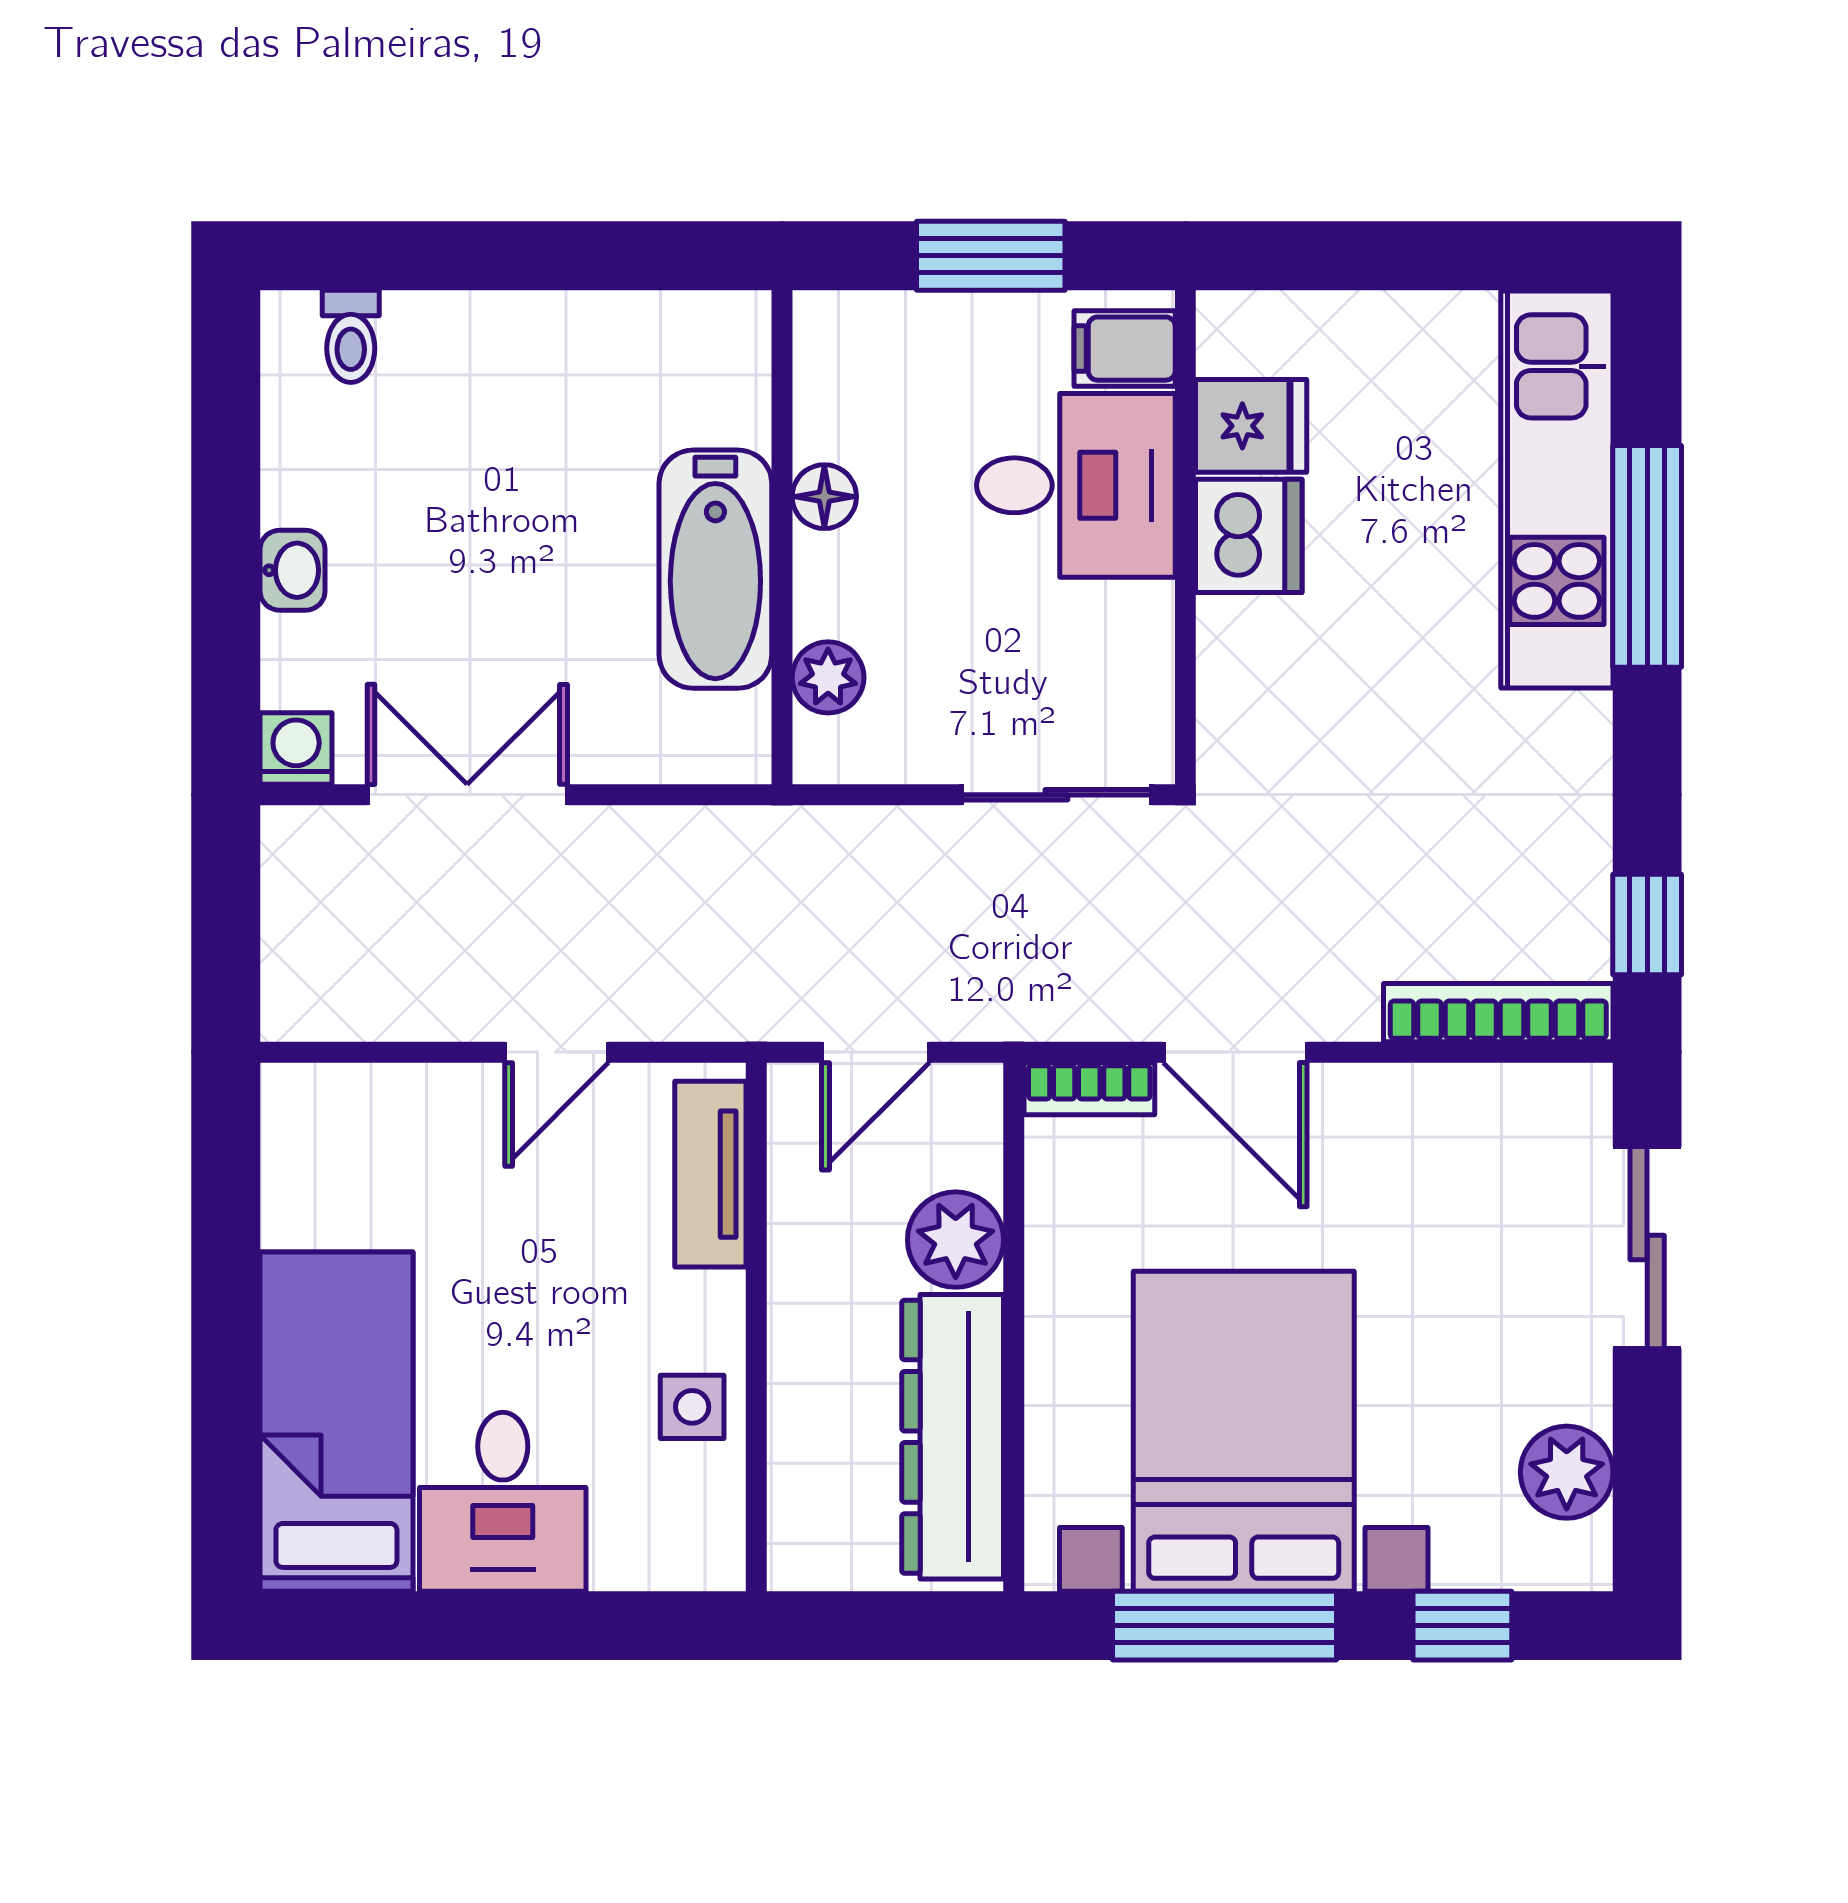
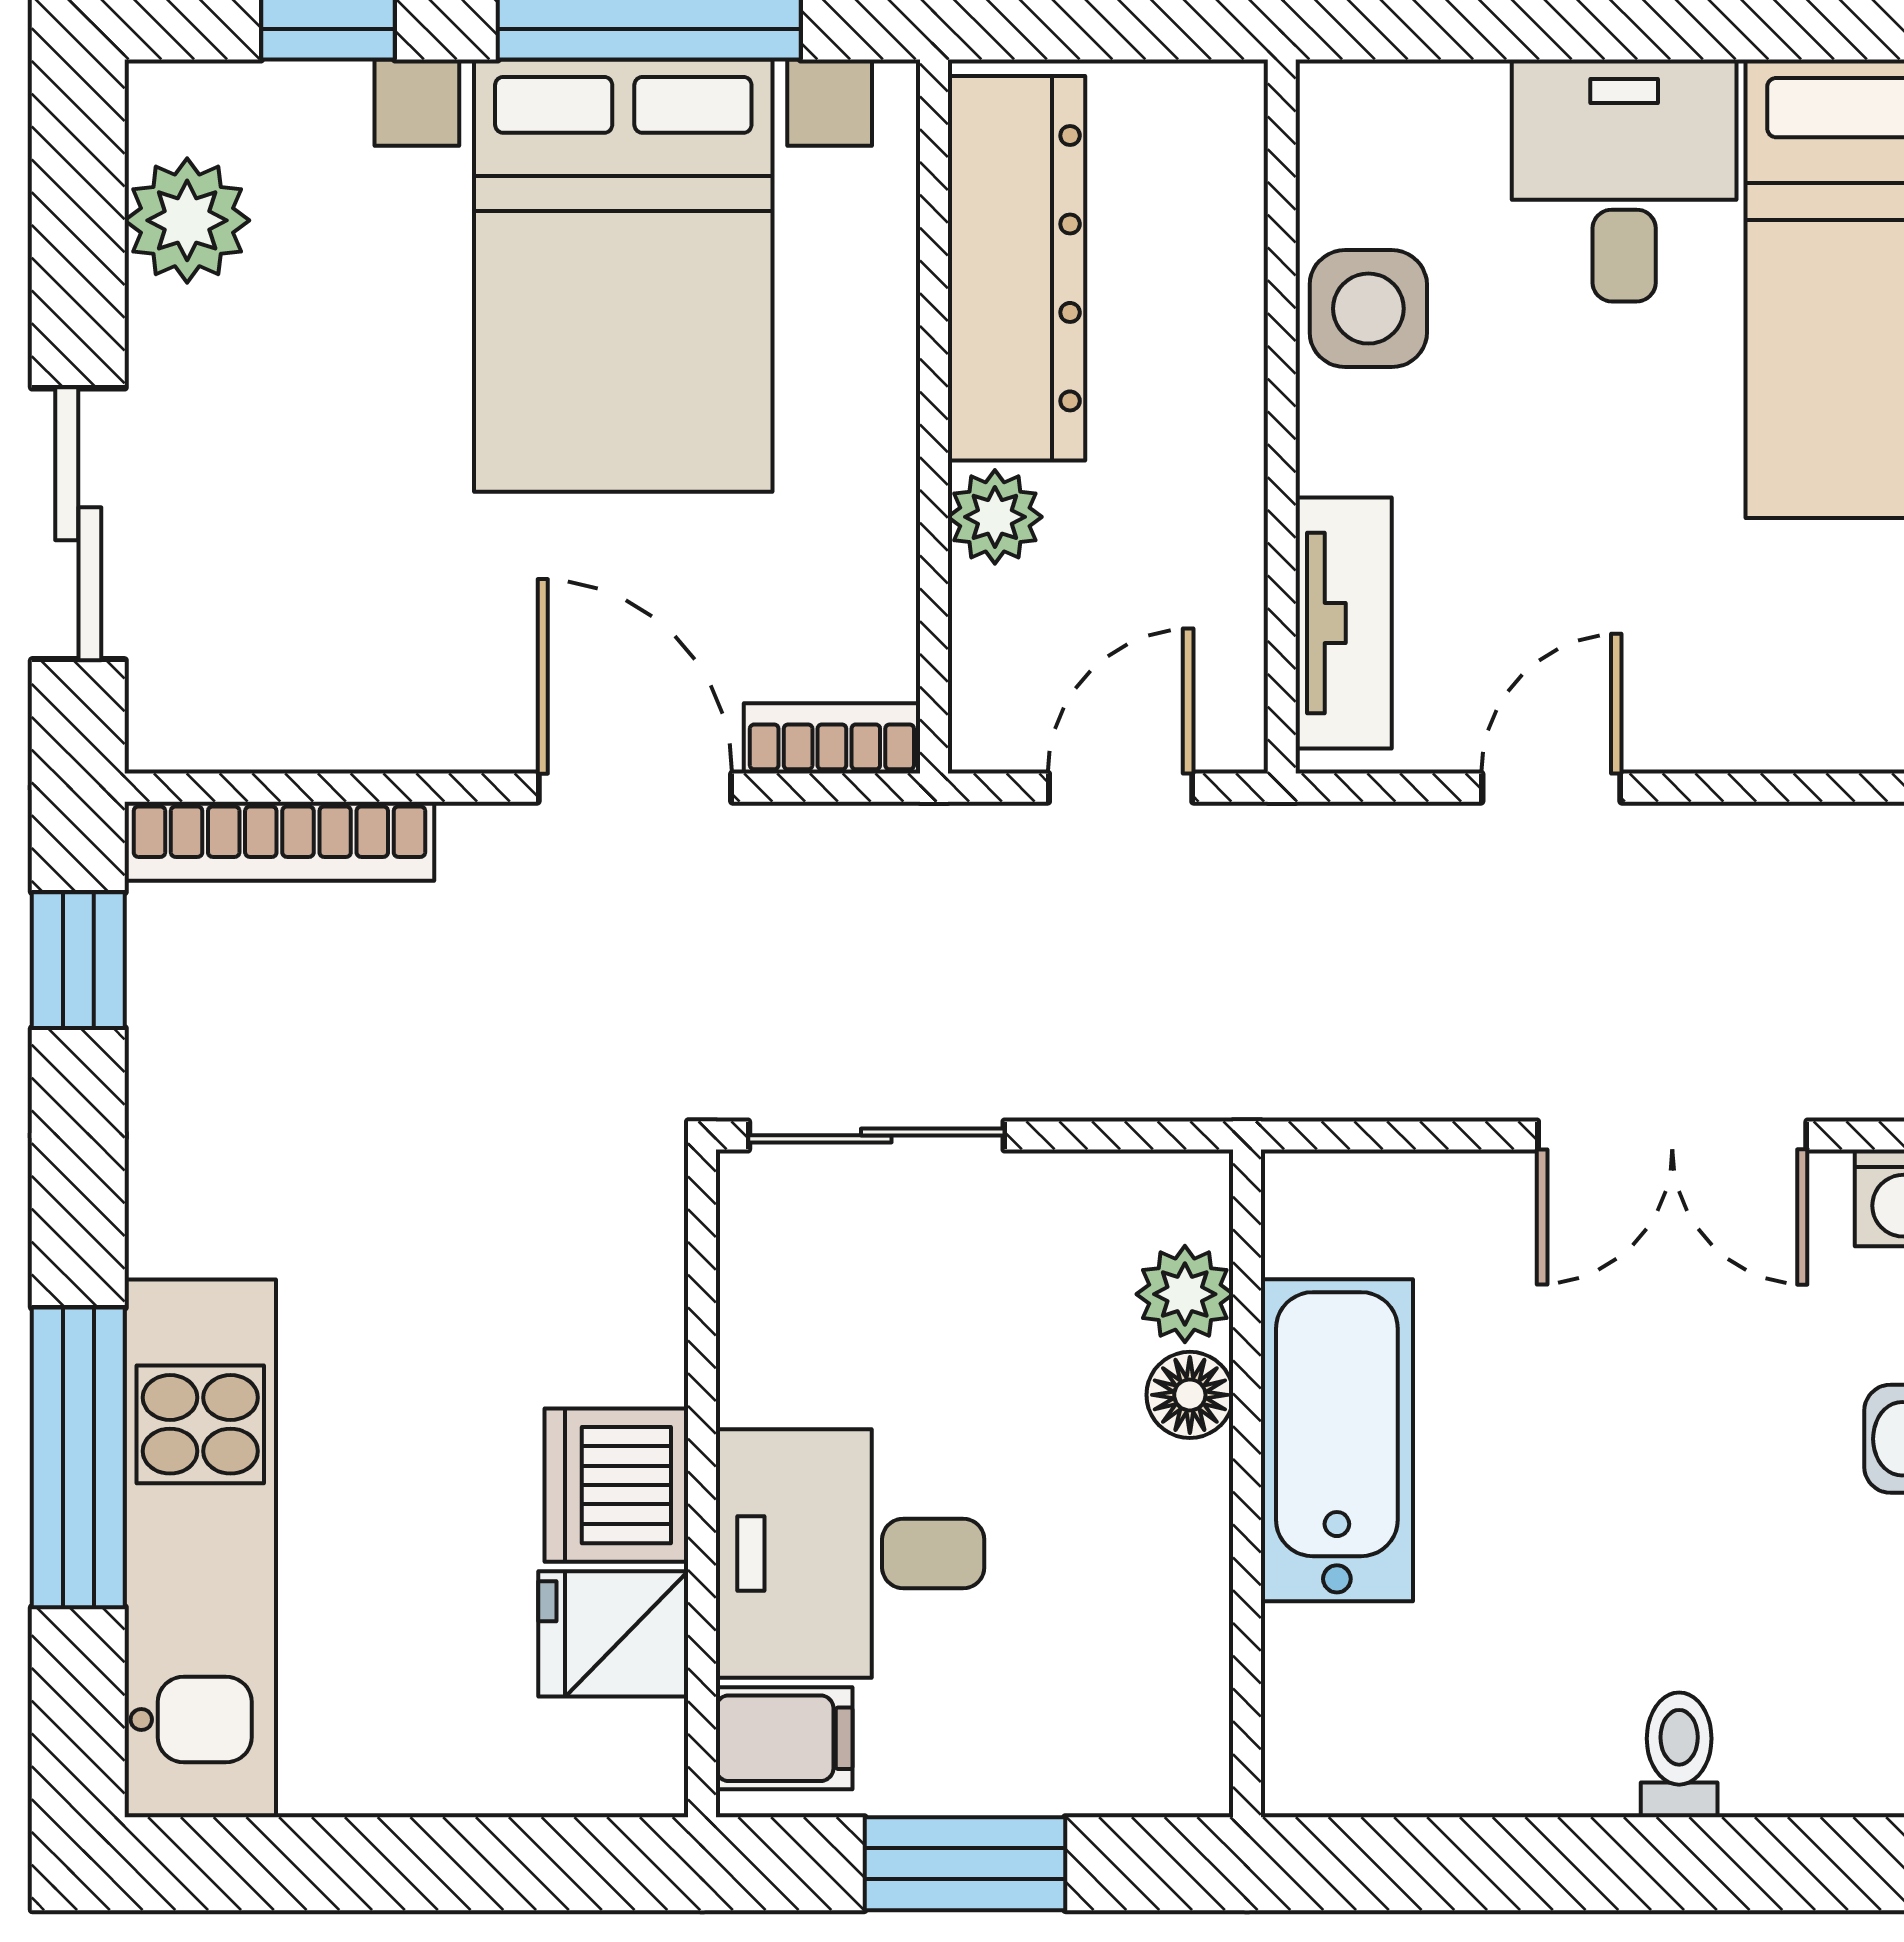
toilet: (351, 336) -> (1679, 1755), moved
floor lamp: (824, 497) -> (1190, 1395), moved
plant: (956, 1240) -> (995, 517), width x0.73, depth x0.73
side table: (692, 1407) -> (1368, 309), width x1.37, depth x1.37

